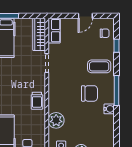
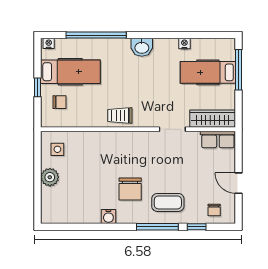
coffee table: (99, 66) -> (168, 202), turned 90
window: (117, 91) -> (157, 227), moved
plant: (56, 120) -> (92, 142), removed

